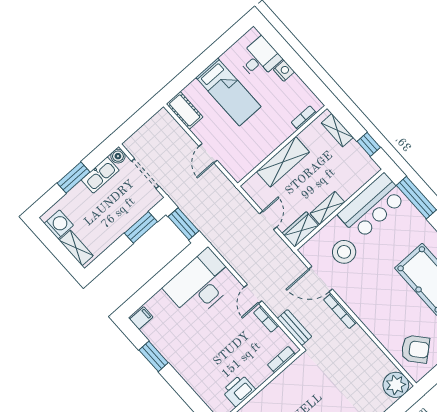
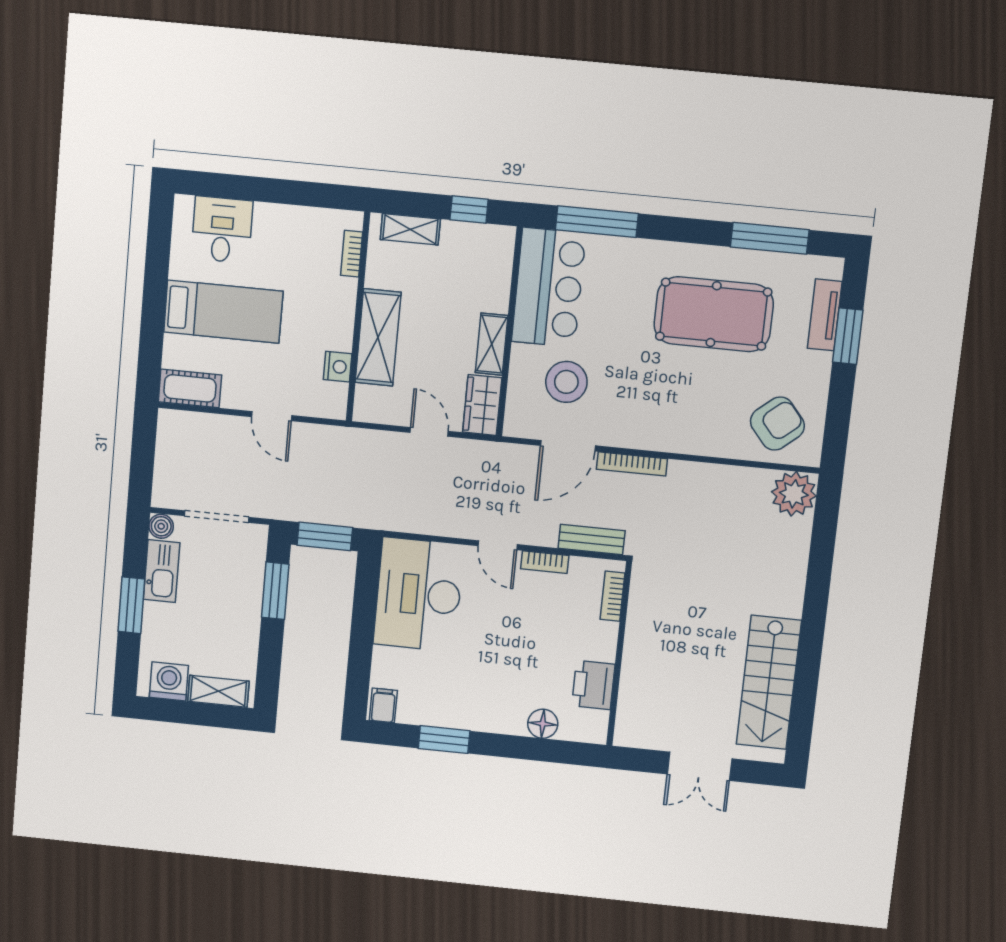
nightstand: (284, 71) -> (338, 367), moved, turned 90
floor lamp: (202, 388) -> (543, 724), added

